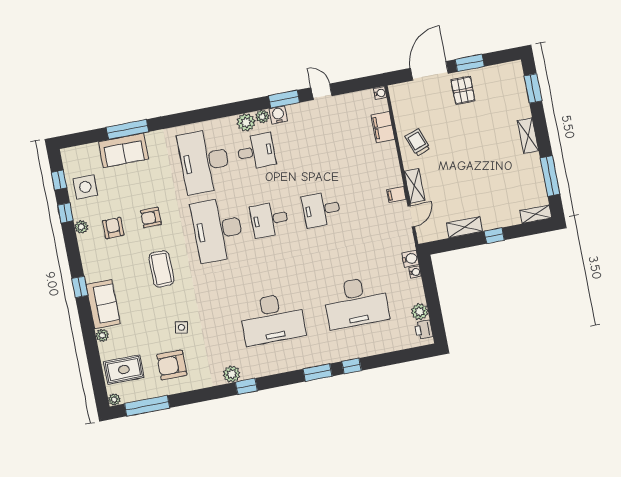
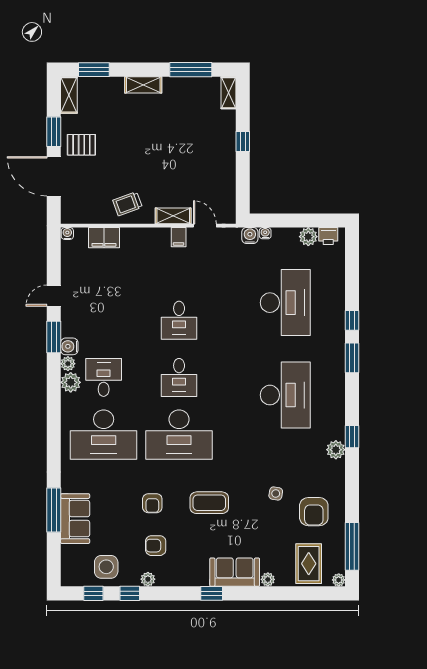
shelving: (464, 227) -> (69, 95), moved

